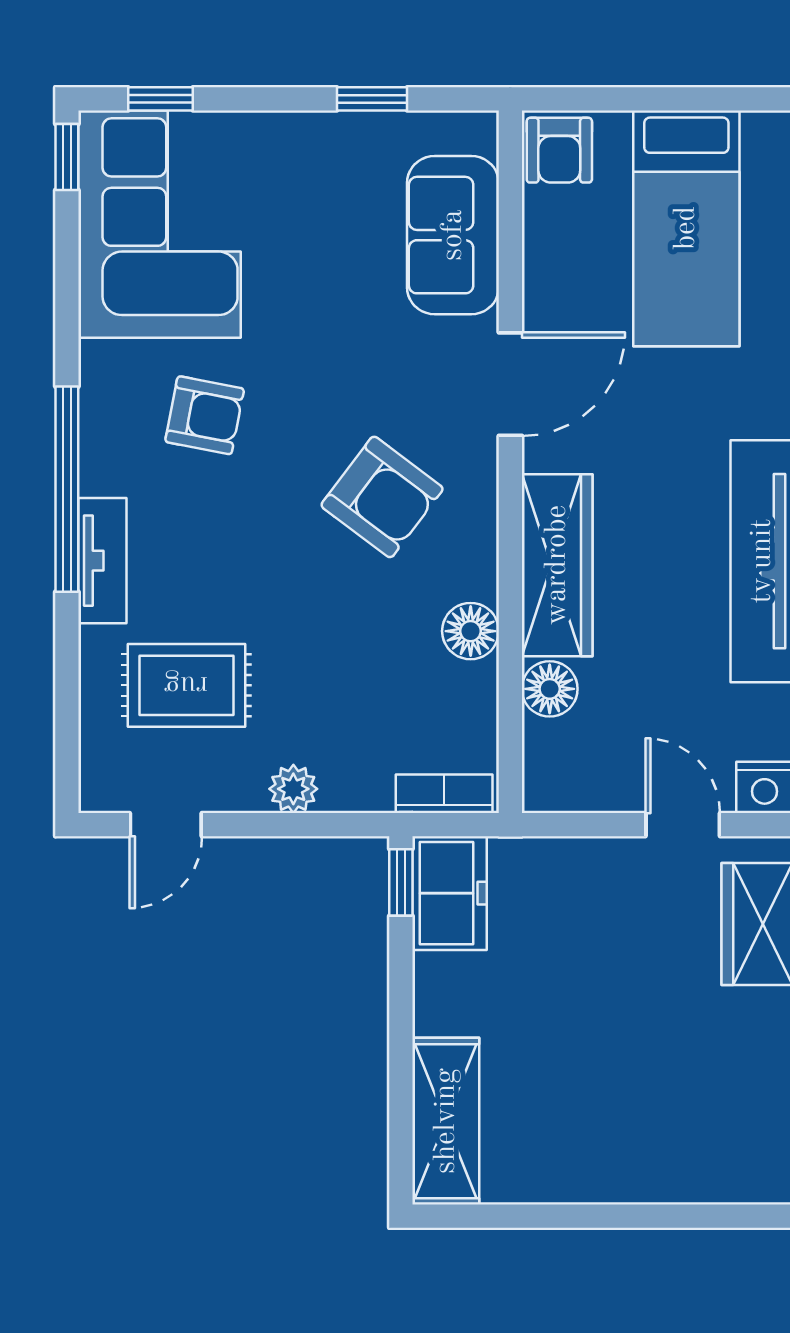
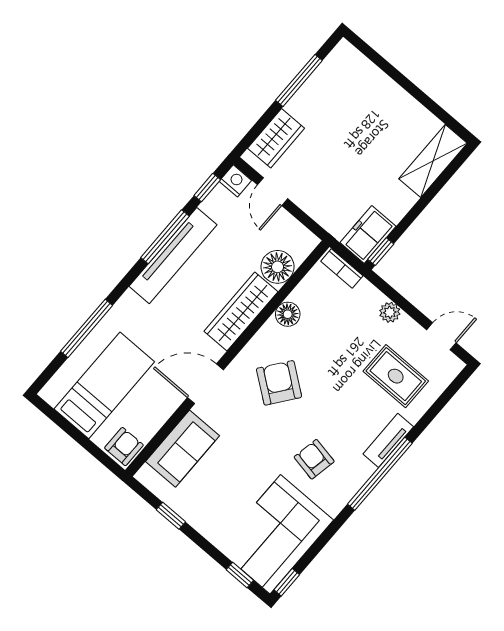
floor lamp: (550, 689) -> (278, 267), width x1.38, depth x1.38

